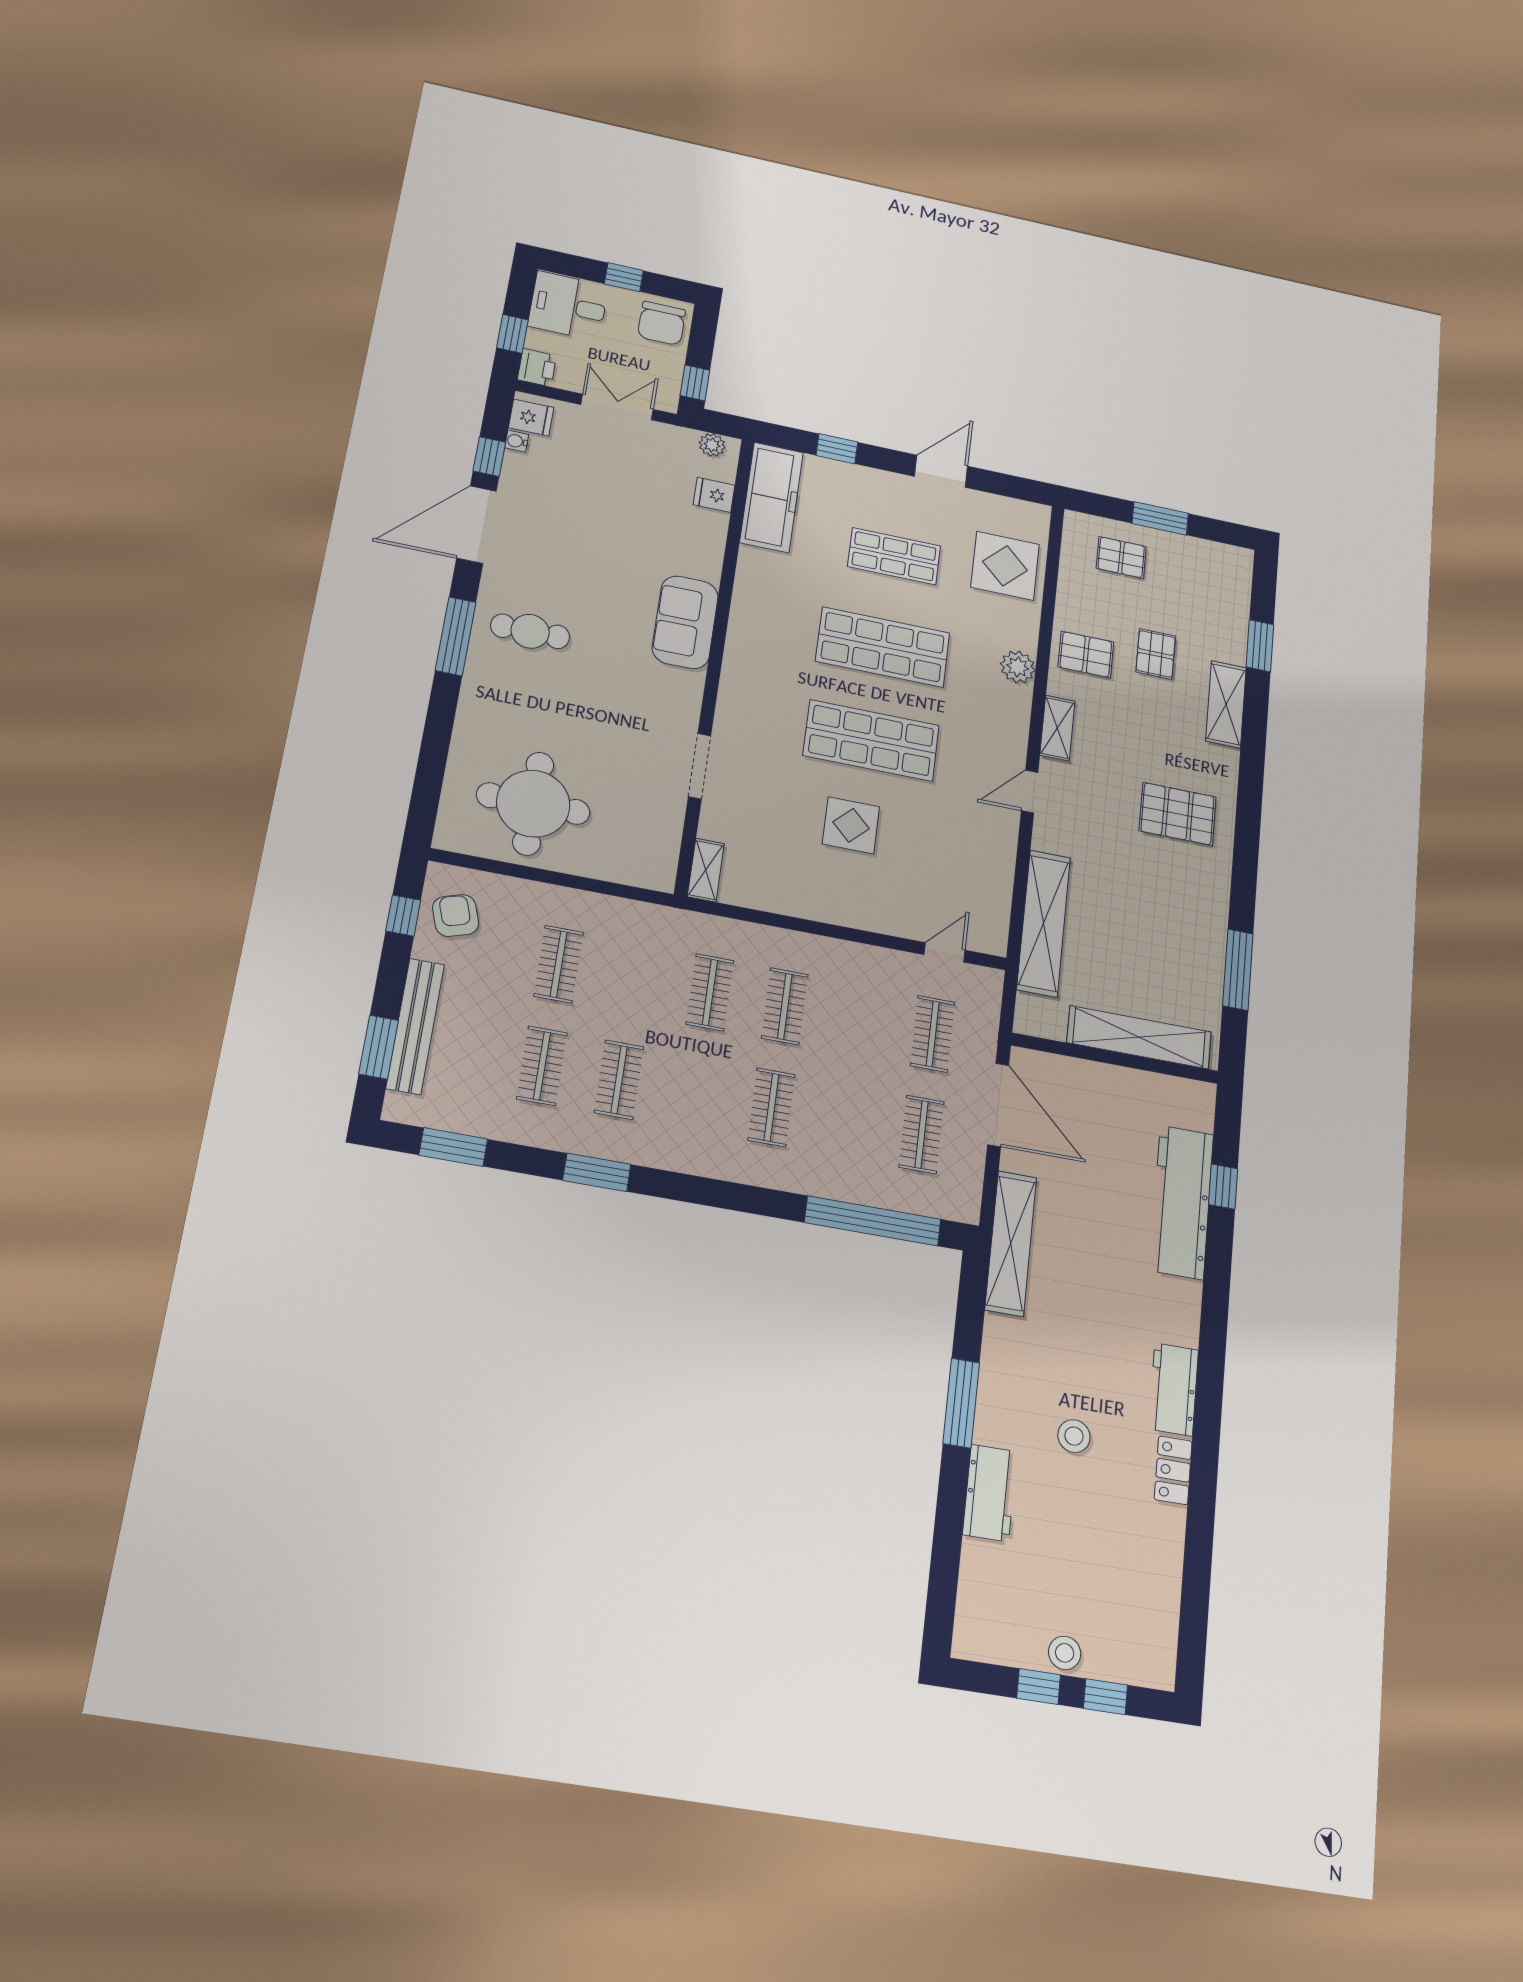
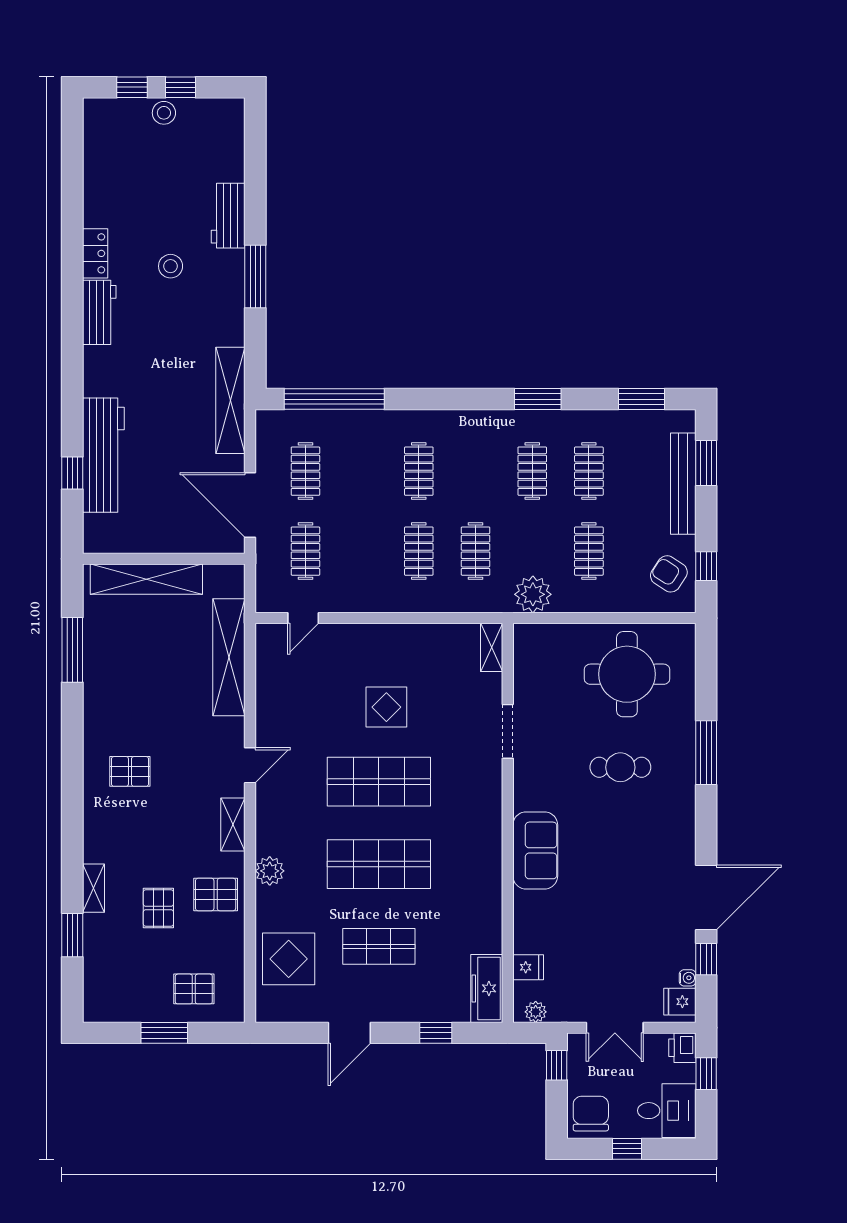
freezer: (771, 497) -> (487, 988), width x0.73, depth x0.79
cafe table: (530, 631) -> (620, 767), moved
window: (456, 636) -> (706, 753), moved
shelving: (1226, 704) -> (93, 888), width x0.67, depth x0.75
pallet: (1178, 814) -> (130, 771), width x0.67, depth x0.71
armchair: (456, 916) -> (669, 574), turned 141
plant: (642, 925) -> (533, 594), added

